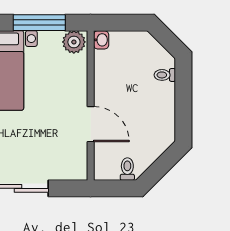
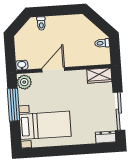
door: (91, 124) -> (53, 70), moved
wardrobe: (76, 161) -> (99, 75), added

